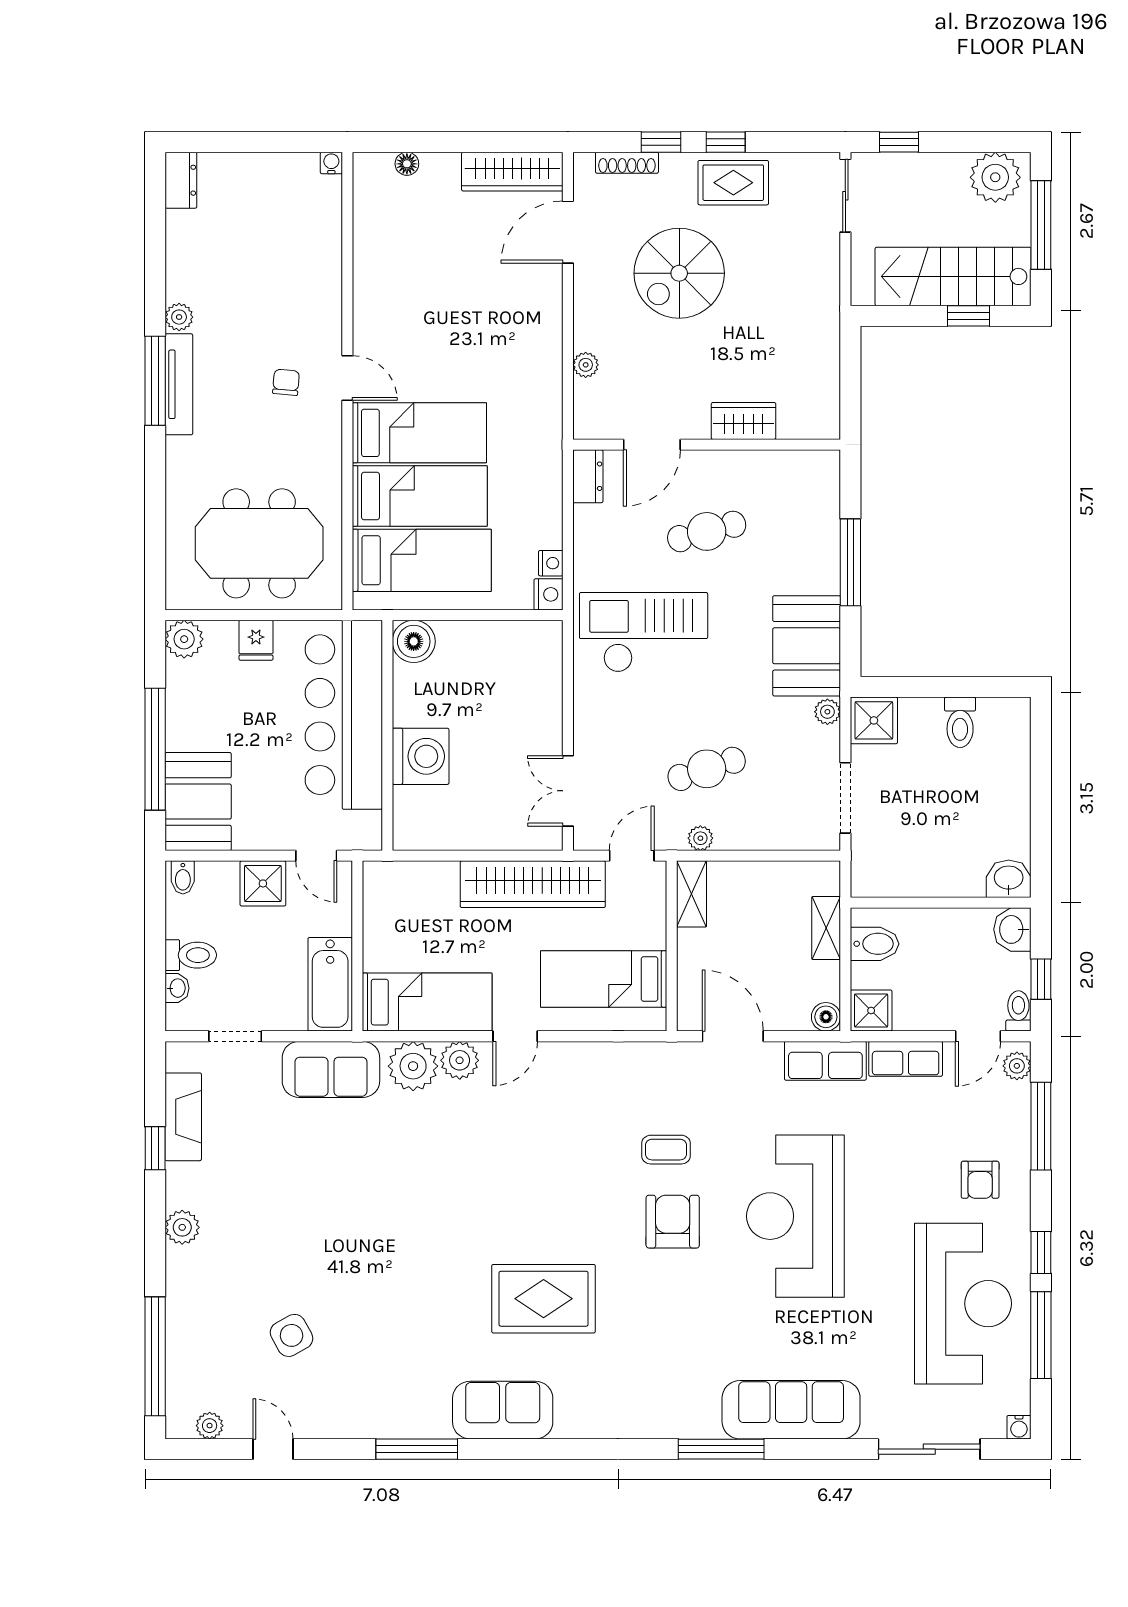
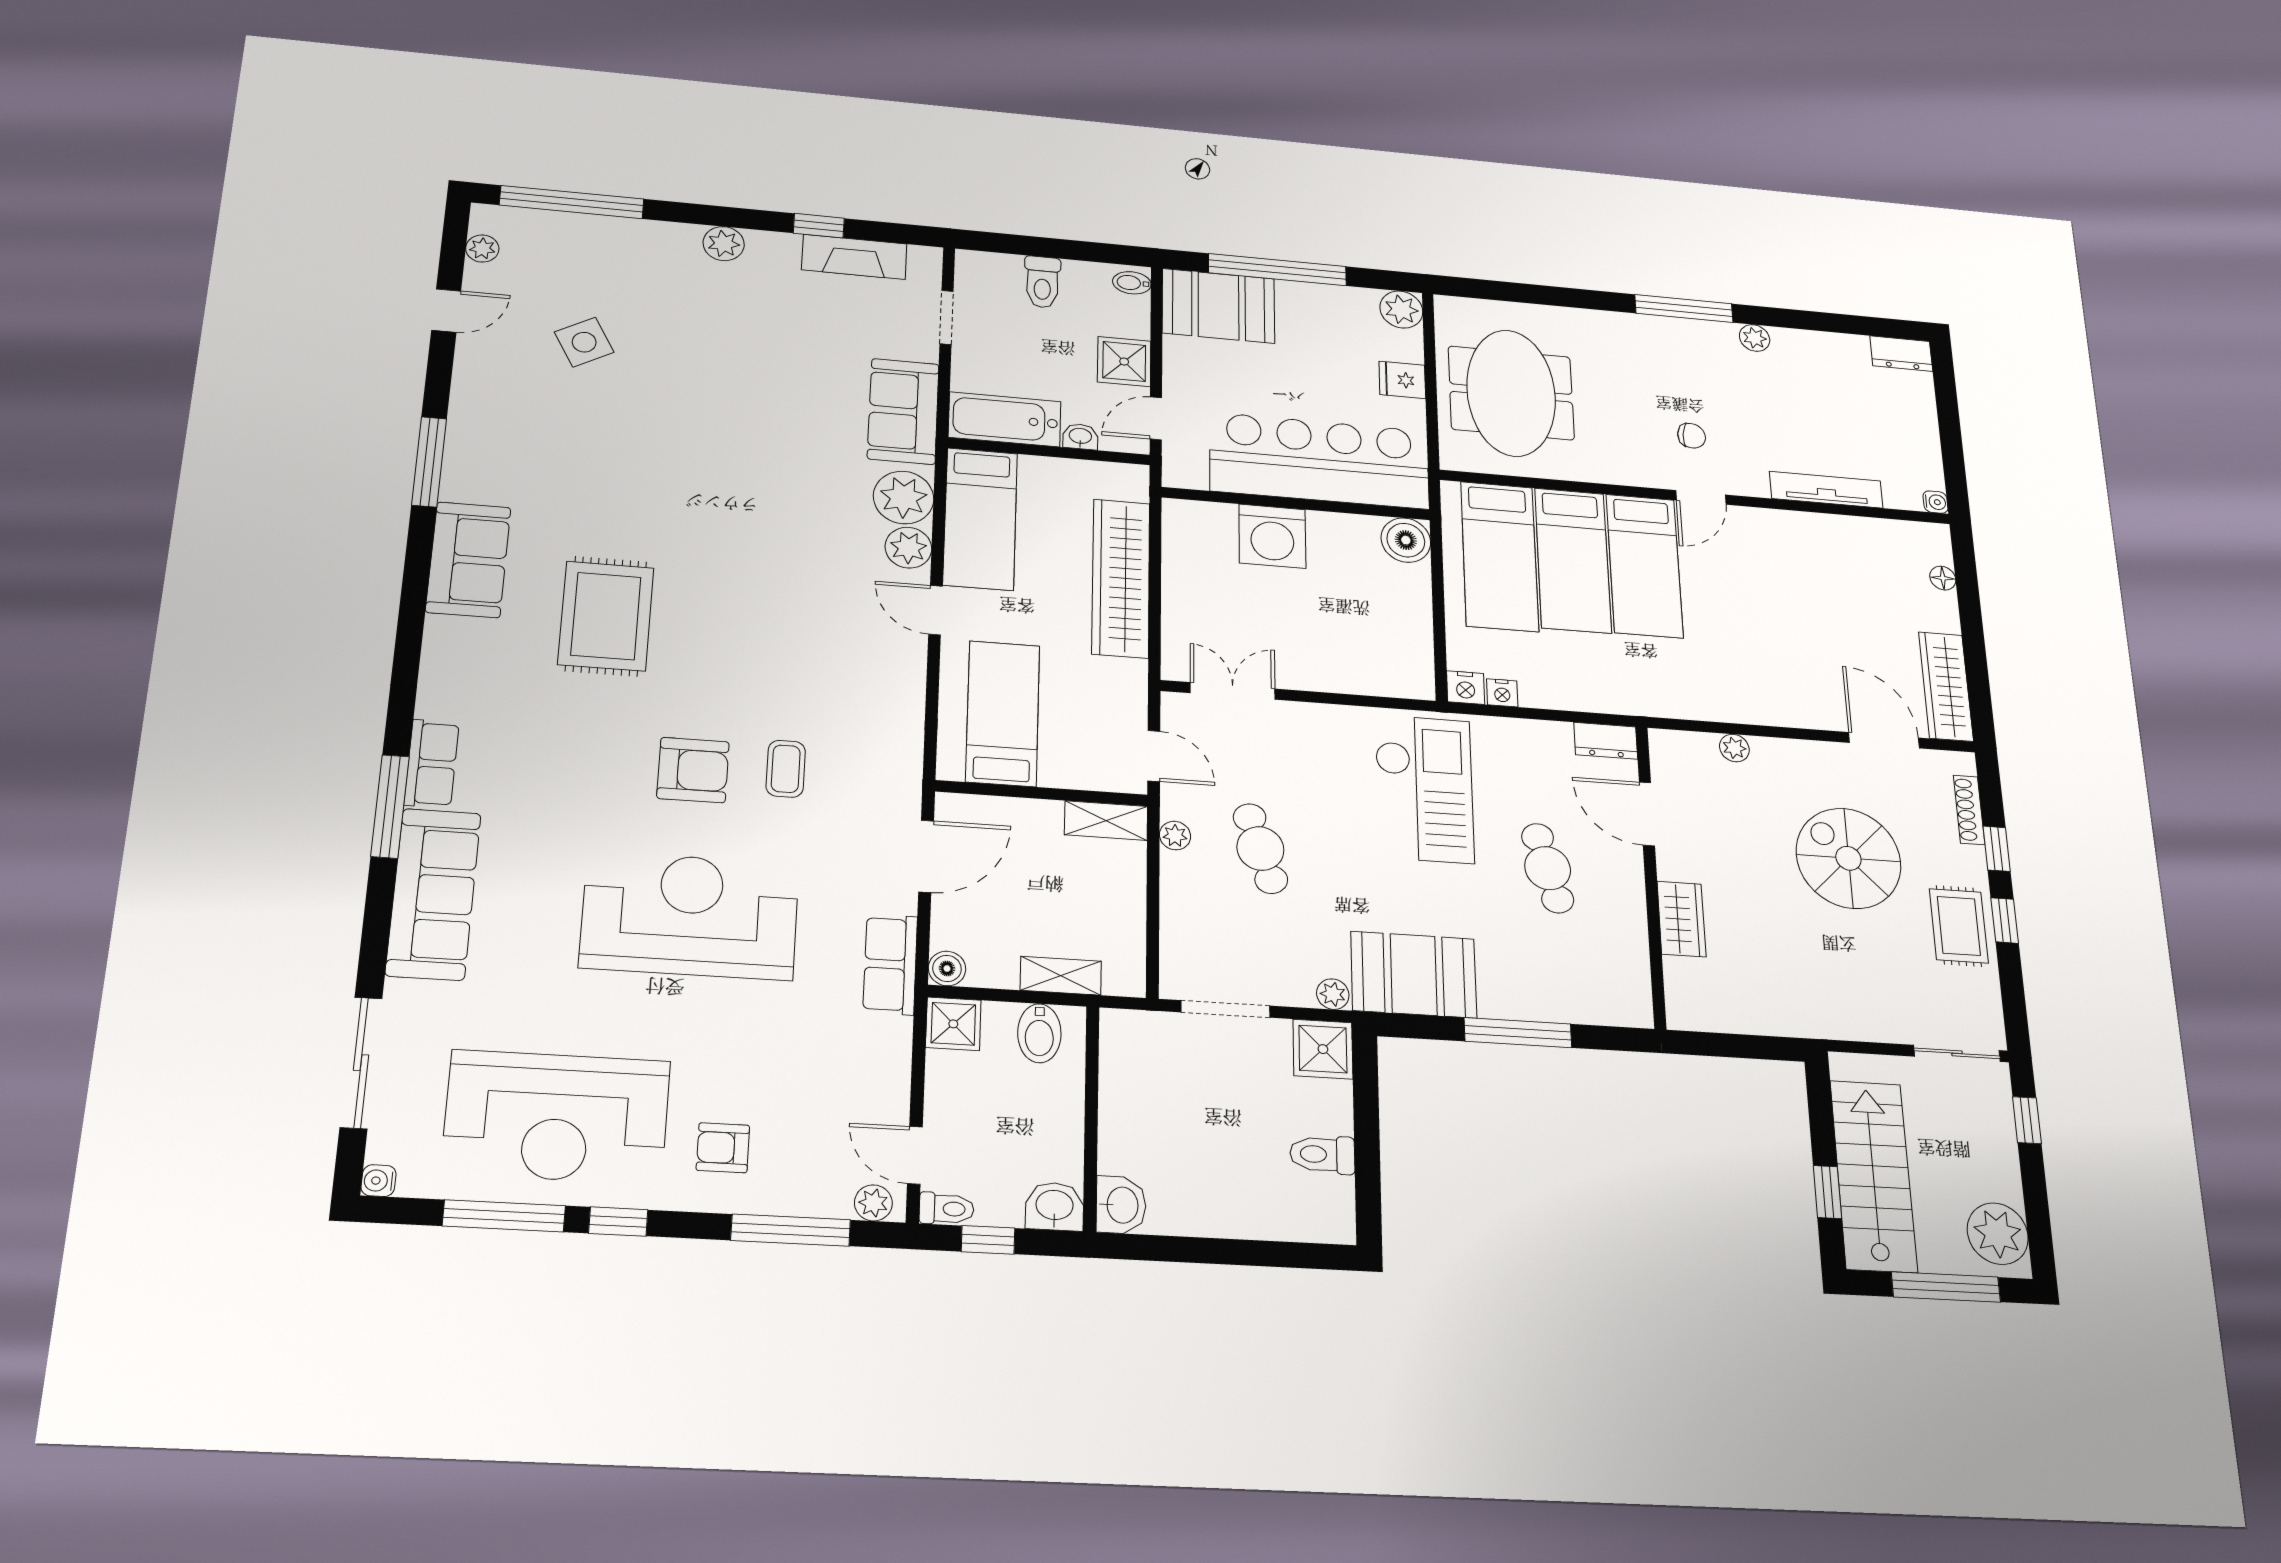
tv unit: (179, 384) -> (1826, 490), moved, turned 180
wardrobe: (533, 884) -> (1121, 578), moved
washbasin: (177, 988) -> (1080, 437), moved, turned 180
row of seats: (906, 1059) -> (432, 764), moved, turned 180

